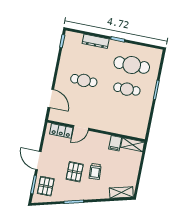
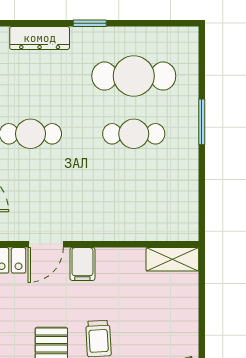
filing cabinet: (115, 143) -> (82, 264), moved

